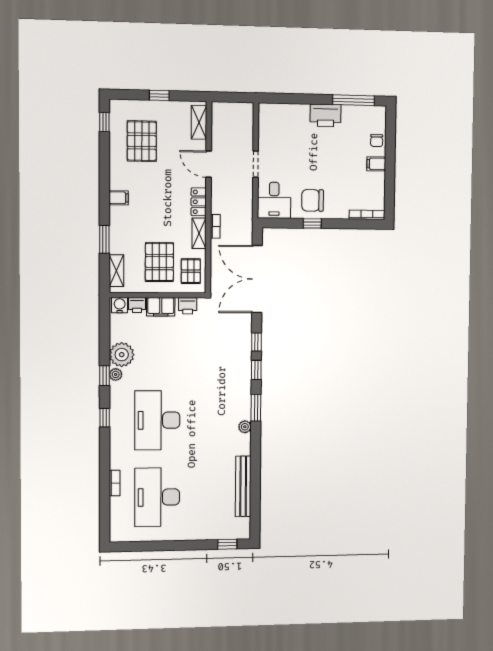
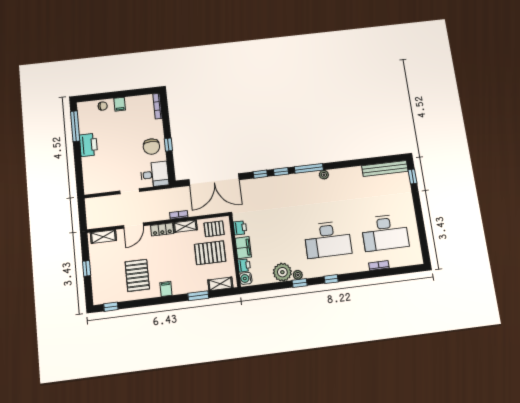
pallet: (142, 141) -> (137, 275), moved, turned 90
window: (256, 408) -> (309, 168), width x1.44
bench: (243, 486) -> (385, 168), moved

